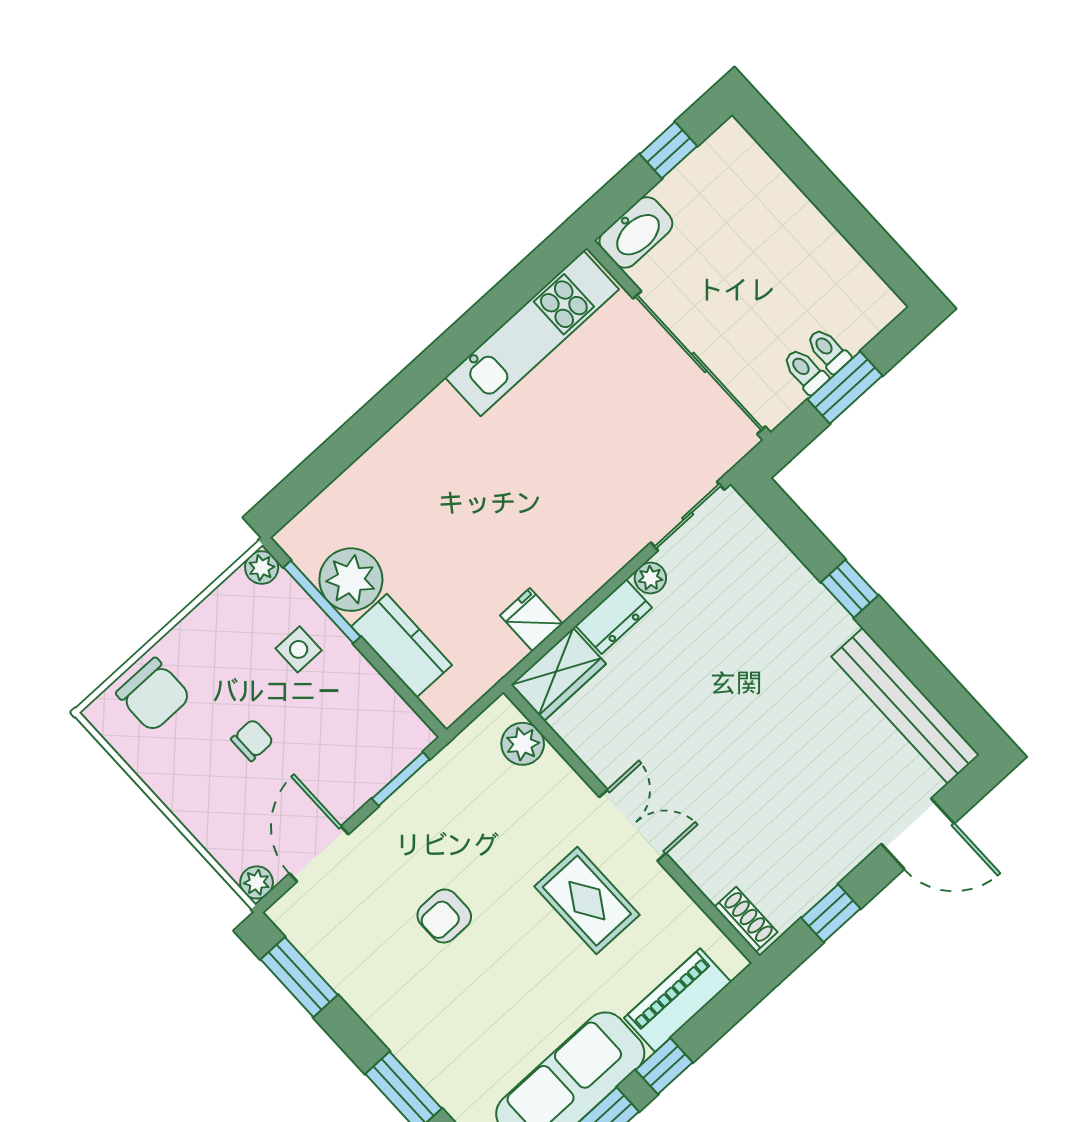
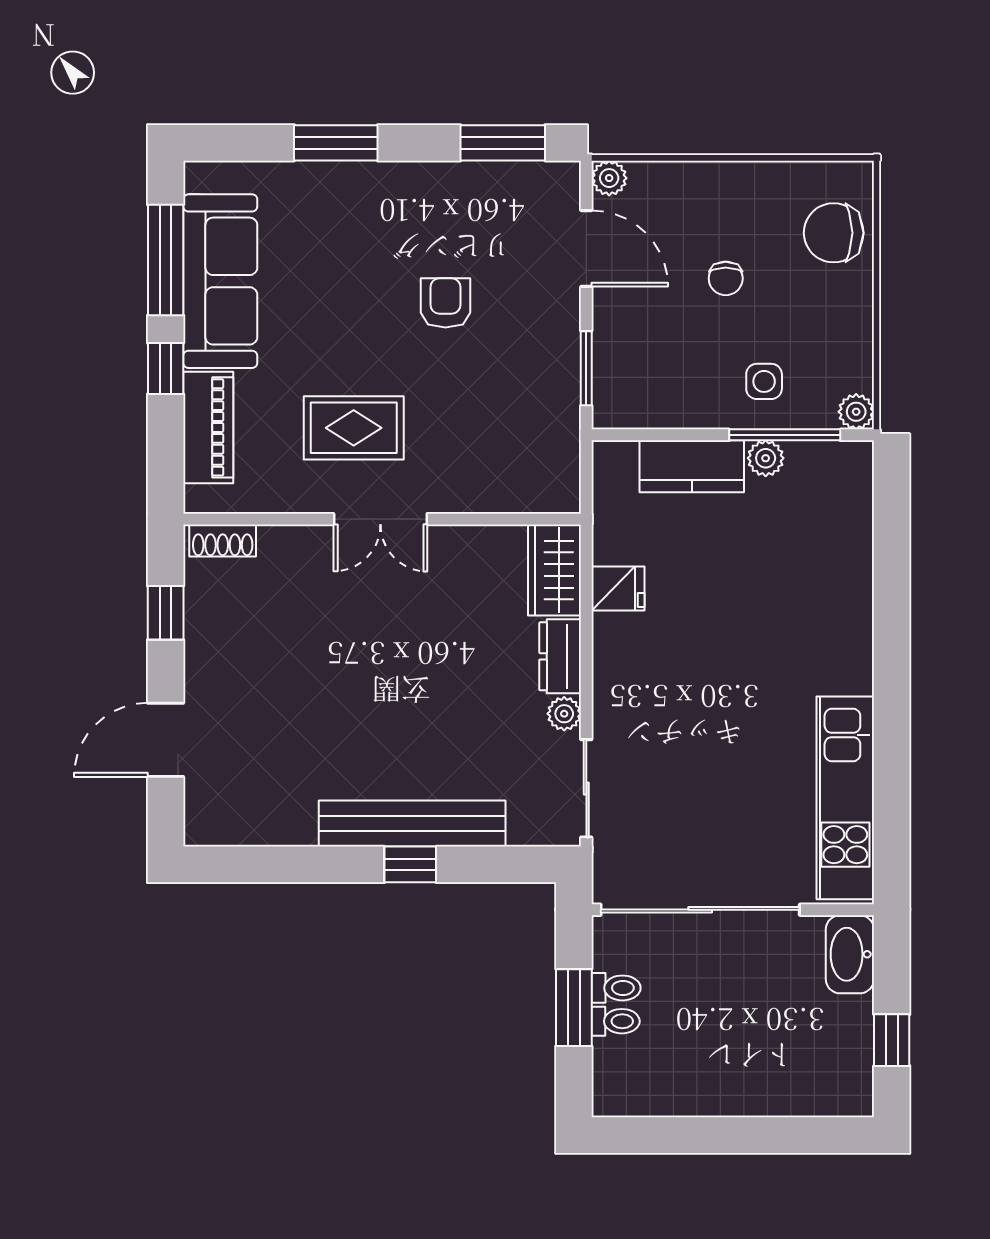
plant: (351, 580) -> (766, 458), width x0.53, depth x0.53
bench: (905, 706) -> (412, 824), moved
plant: (523, 744) -> (525, 491), removed

